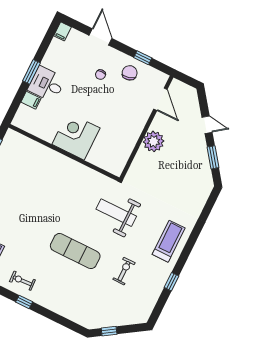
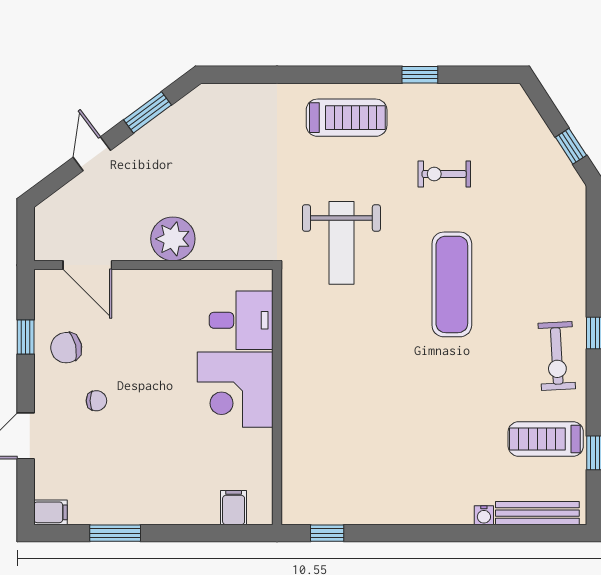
window: (31, 72) -> (115, 533), moved
desk: (47, 84) -> (241, 320), moved, turned -90
door: (160, 99) -> (87, 265), swing flipped
filing cabinet: (31, 100) -> (234, 508), moved
treadmill: (169, 241) -> (347, 118), turned 180
exercise bike: (22, 281) -> (557, 356), width x1.38, depth x1.39

